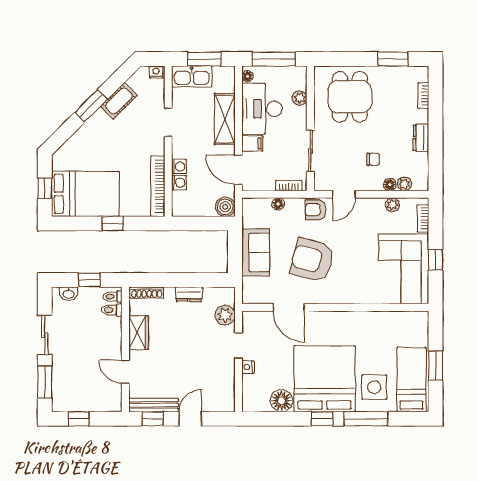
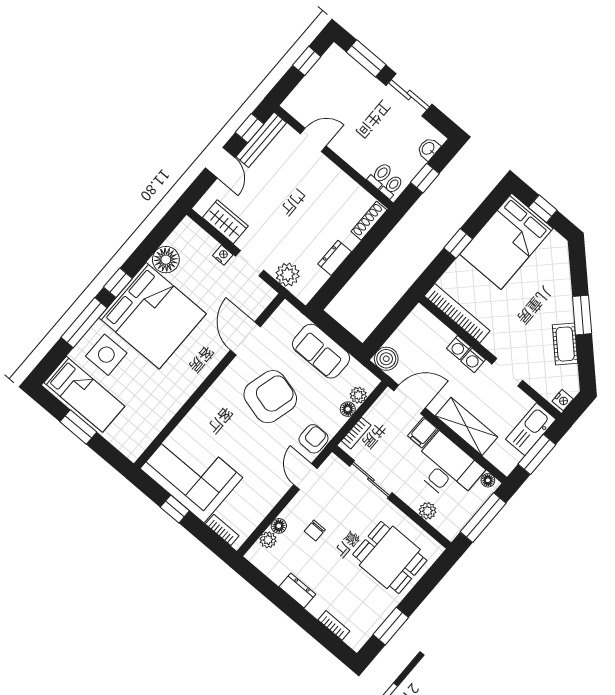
washing machine: (179, 183) -> (473, 360), moved
plant: (392, 205) -> (358, 395), moved
door: (289, 307) -> (245, 339), hinge flipped
wardrobe: (139, 333) -> (225, 222), moved, turned 180

